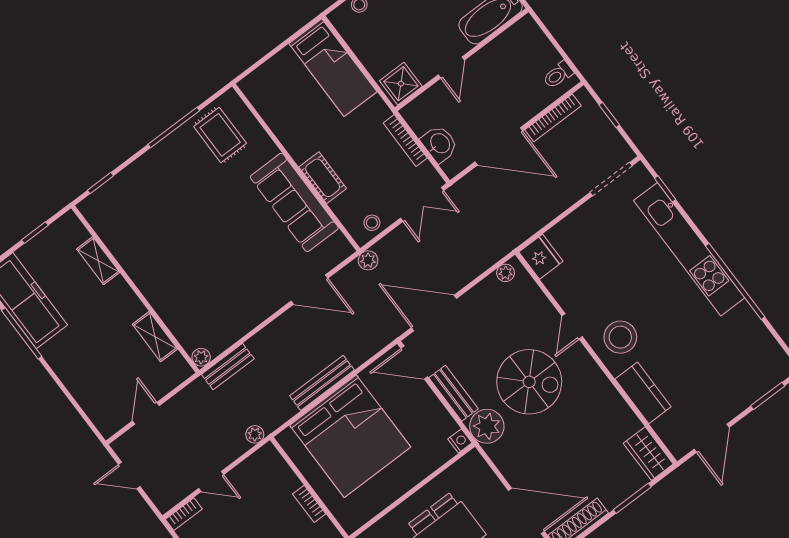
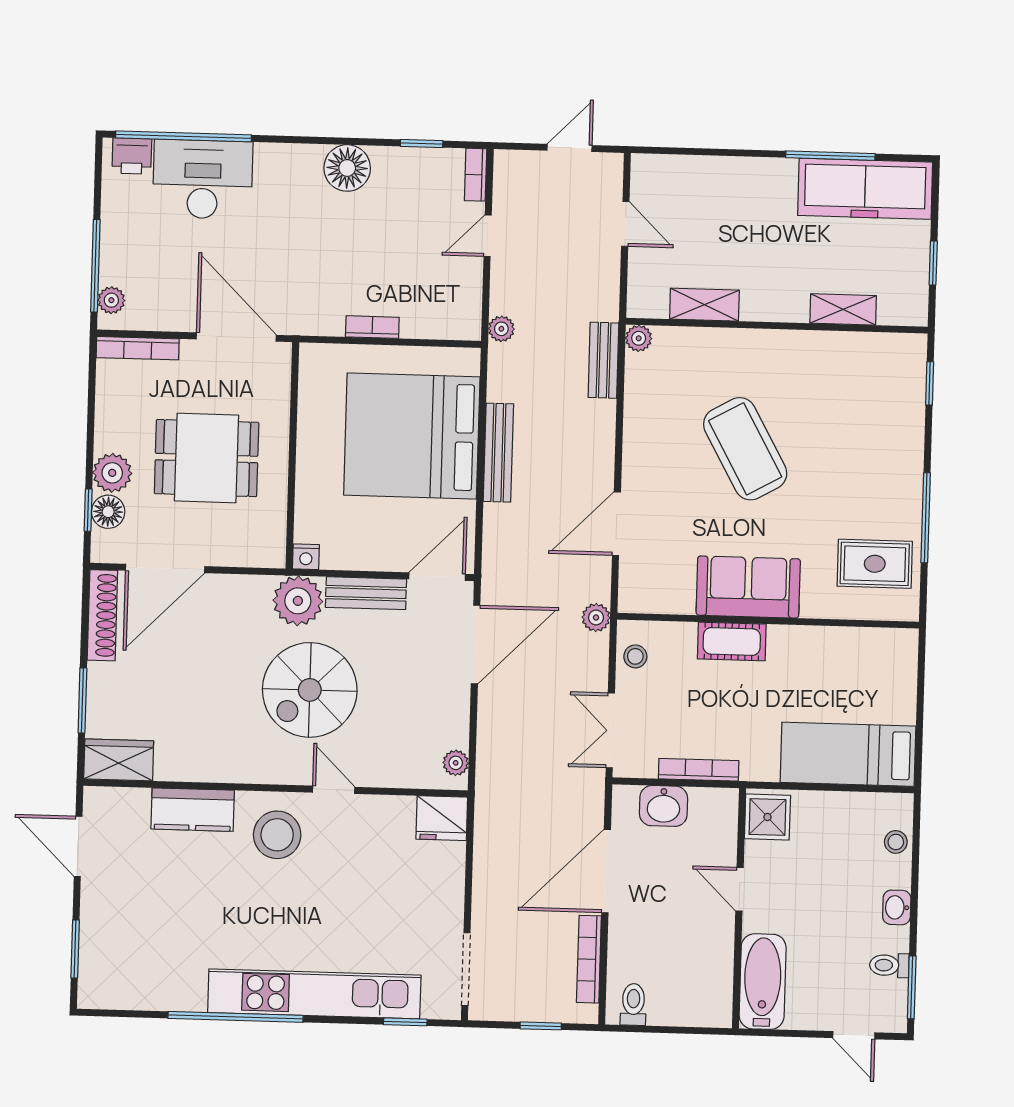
sofa: (294, 202) -> (748, 587), width x0.73
coffee table: (214, 253) -> (745, 449), added

